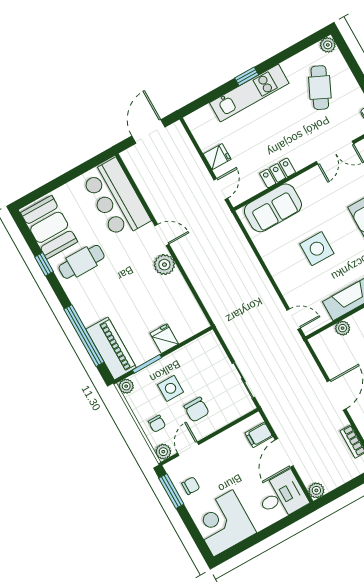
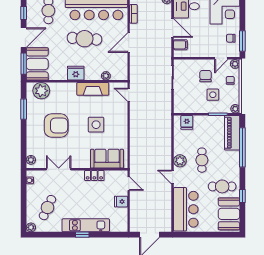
door: (221, 189) -> (129, 184), swing flipped
cafe table: (133, 284) -> (202, 160), added
fridge: (164, 339) -> (187, 122), moved
door: (284, 453) -> (173, 28), hinge flipped

